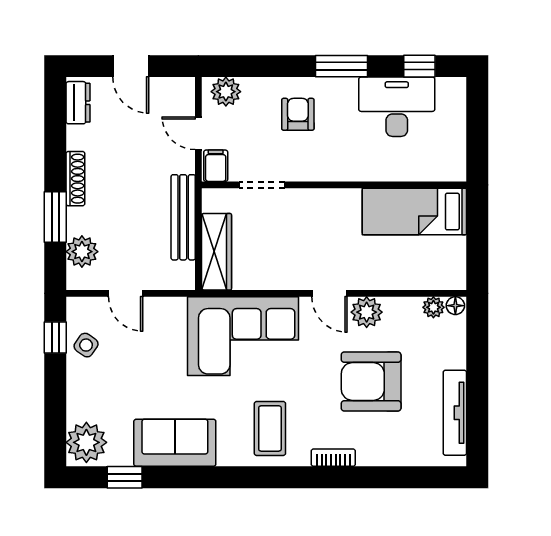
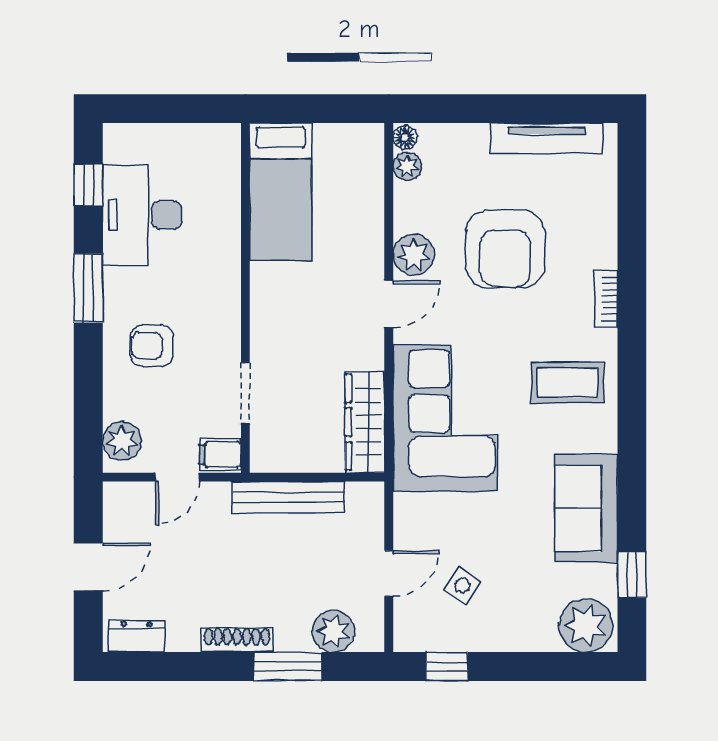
wardrobe: (217, 252) -> (365, 422), moved, turned -90
side table: (86, 345) -> (462, 585), moved

